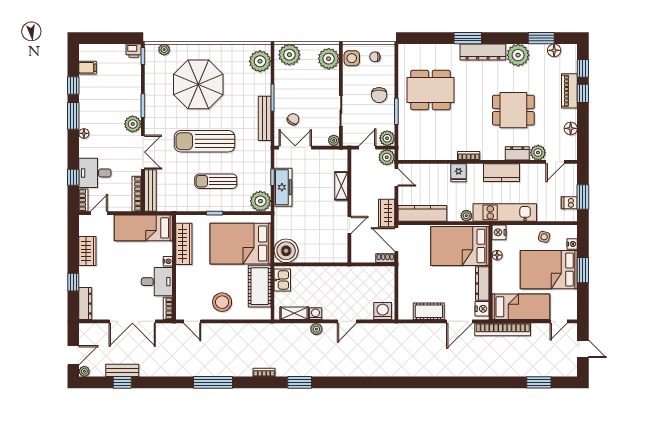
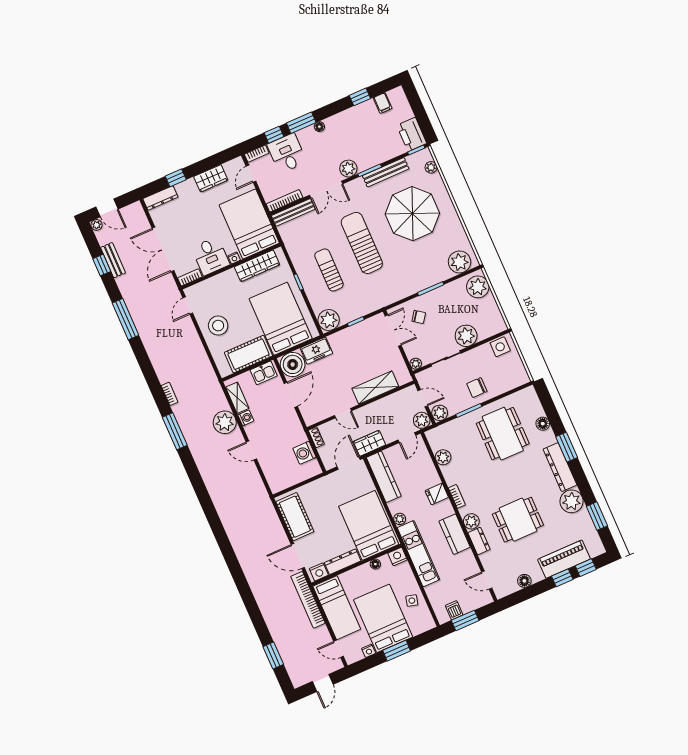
floor lamp: (554, 50) -> (543, 424), moved
printer: (134, 51) -> (412, 134), width x1.87, depth x1.48
chair: (375, 57) -> (511, 368), removed
plant: (329, 59) -> (466, 336), moved
piano: (569, 91) -> (564, 559), width x1.37, depth x1.33
dining table: (513, 110) -> (518, 520), turned 90
window: (73, 116) -> (301, 123), moved
bench: (265, 118) -> (386, 172), moved
plant: (428, 153) -> (443, 457), added
plant: (538, 153) -> (471, 521), moved
shelving: (341, 186) -> (375, 387), width x1.50, depth x1.33
freezer: (283, 187) -> (316, 351), moved, width x0.71
door: (99, 213) -> (251, 174), swing flipped
bed: (143, 228) -> (249, 224), width x1.50
nightstand: (572, 244) -> (369, 651), moved
shoe rack: (385, 258) -> (316, 437), moved
door: (312, 264) -> (291, 395), added
washing machine: (383, 311) -> (304, 453), moved, turned 180
cot: (429, 311) -> (295, 517), width x1.37, depth x1.34
plant: (316, 329) -> (225, 422), width x1.88, depth x1.88
window: (213, 382) -> (126, 319), moved
window: (300, 382) -> (175, 431), width x1.44

